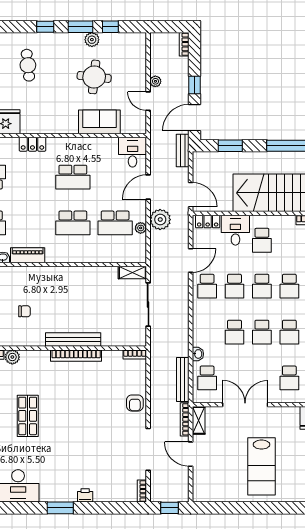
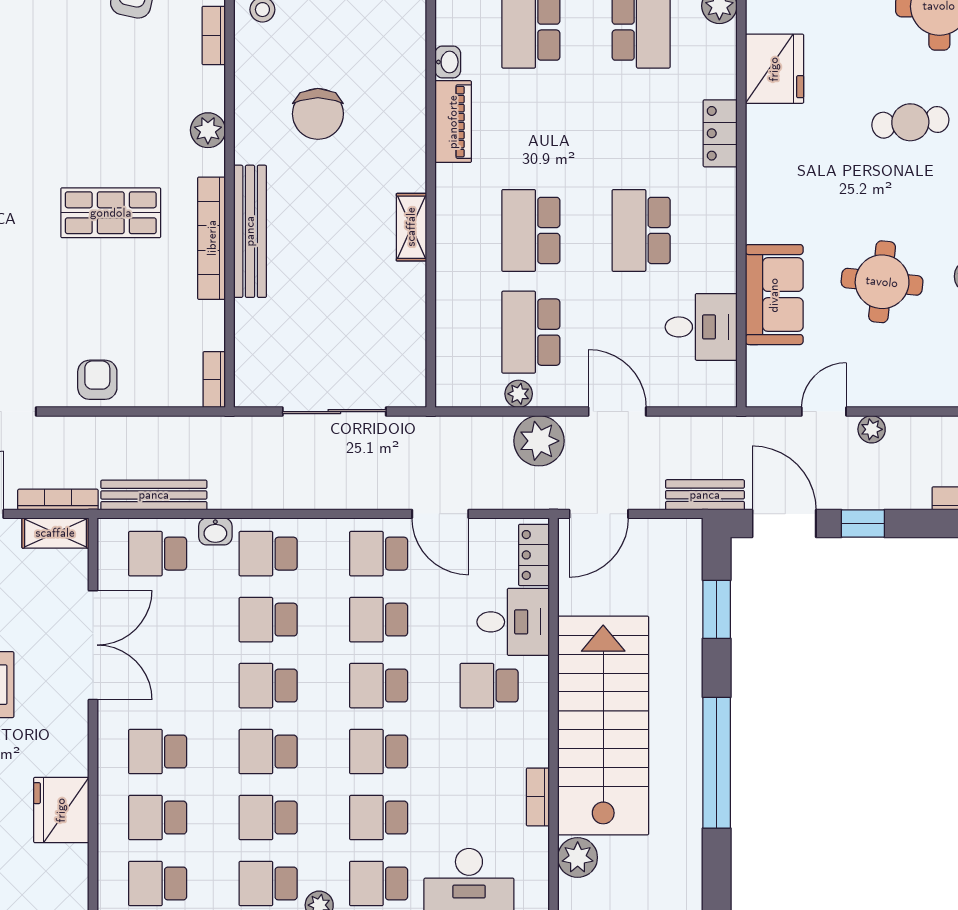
desk: (133, 152) -> (701, 327), moved
shelving: (132, 272) -> (411, 227), moved
chair: (24, 311) -> (318, 114), width x1.87, depth x1.87
school desk: (207, 332) -> (268, 554), added
plant: (12, 357) -> (208, 130), moved
armchair: (135, 403) -> (97, 380), turned 90
shop shelf: (28, 416) -> (111, 213), moved

